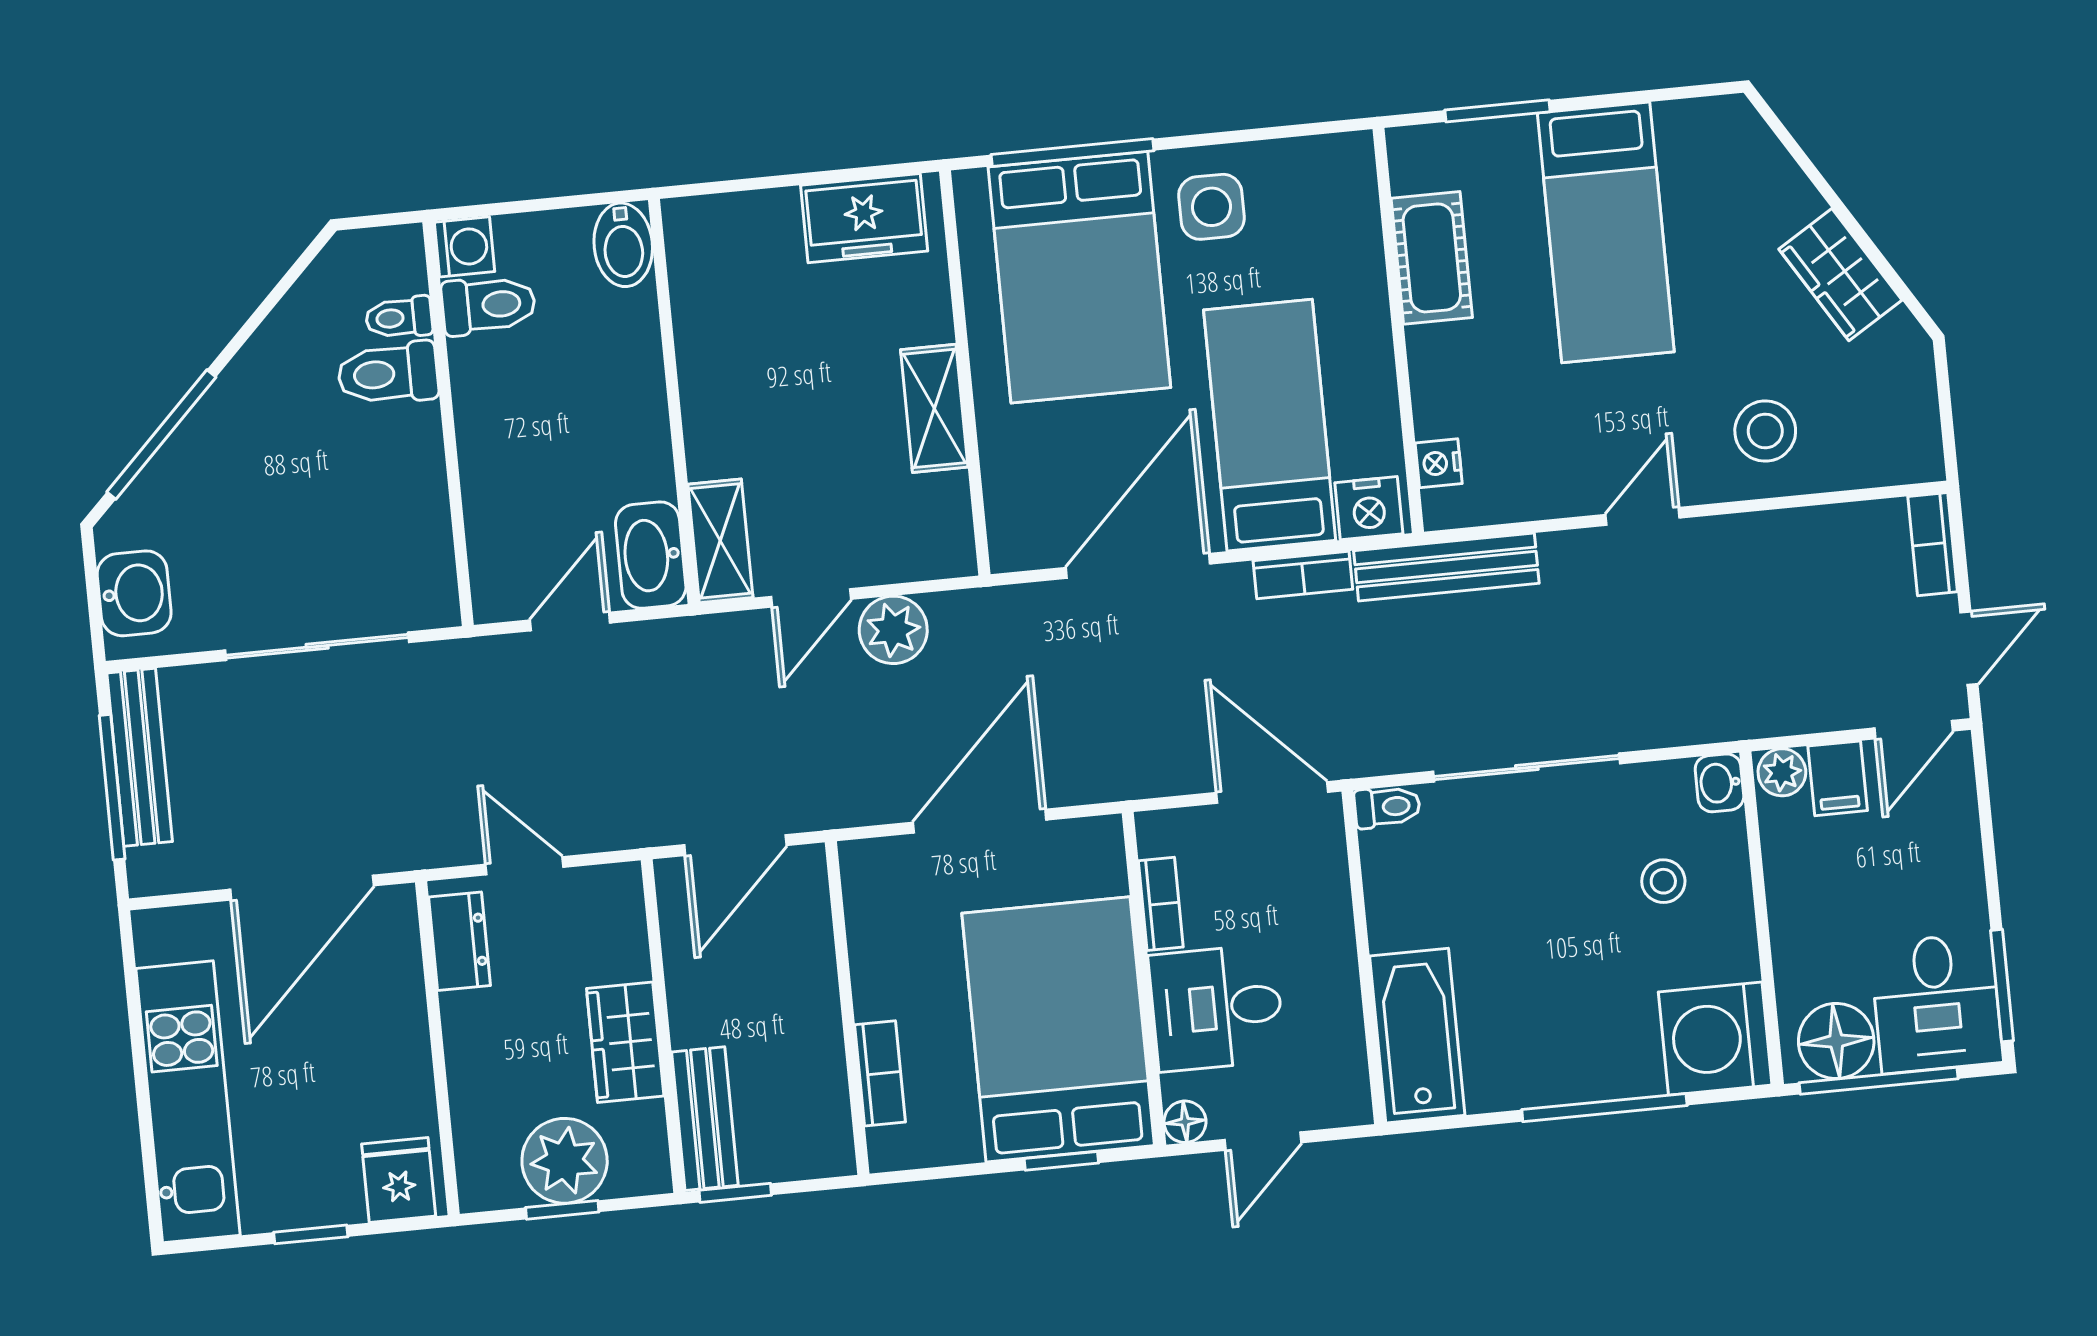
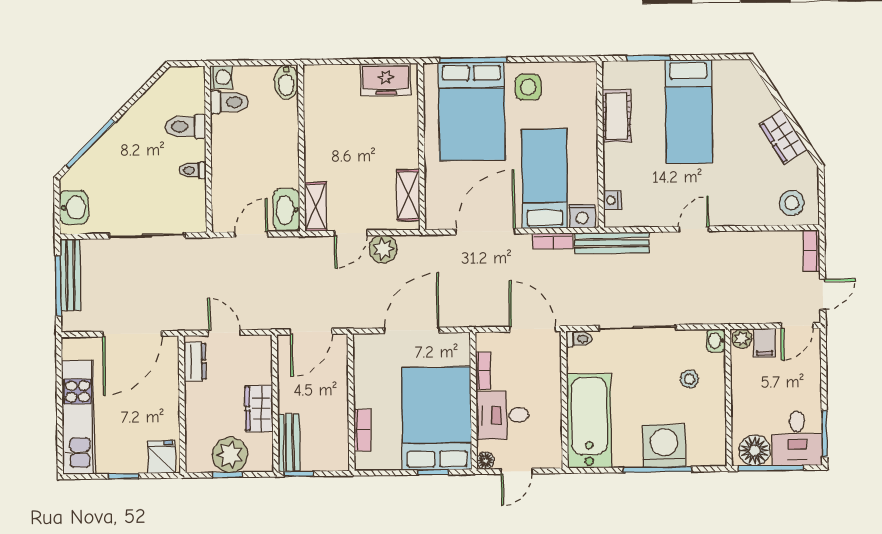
toilet: (399, 318) -> (193, 170), moved
shelving: (934, 408) -> (408, 195), moved
stool: (1765, 431) -> (792, 203), moved
bathtub: (1417, 1036) -> (589, 421), width x1.36, depth x1.36
washing machine: (1715, 1039) -> (664, 446), moved, turned 90

